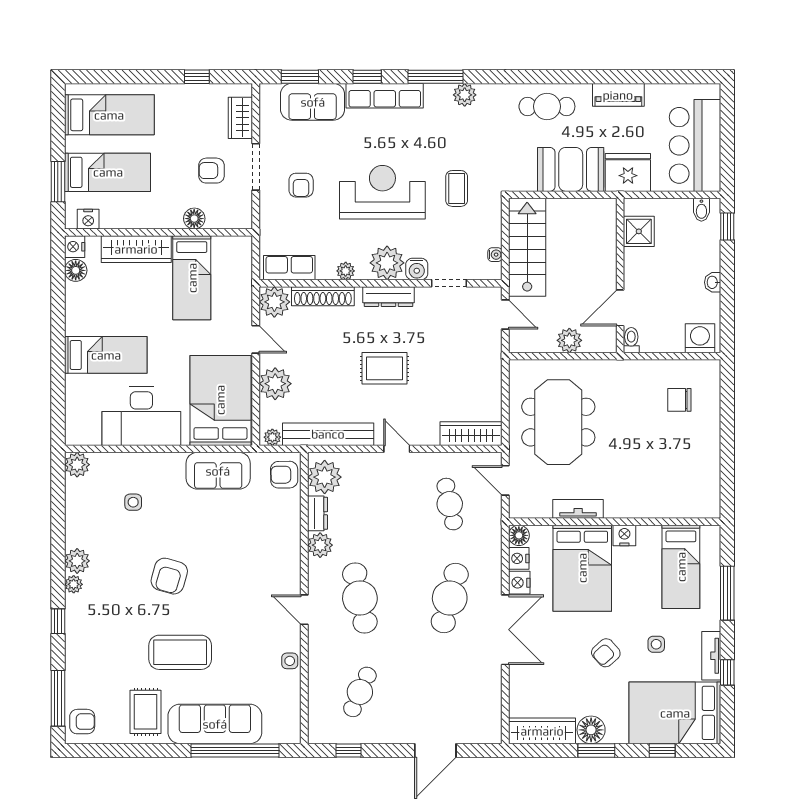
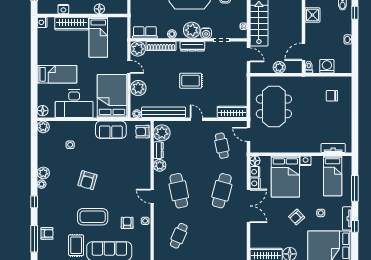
nightstand: (88, 219) -> (63, 9), moved
floor lamp: (76, 270) -> (43, 111), moved
washing machine: (700, 338) -> (327, 66), moved
tv unit: (578, 509) -> (333, 148), moved
armchair: (252, 665) -> (127, 223), added
armchair: (82, 722) -> (47, 233), moved

